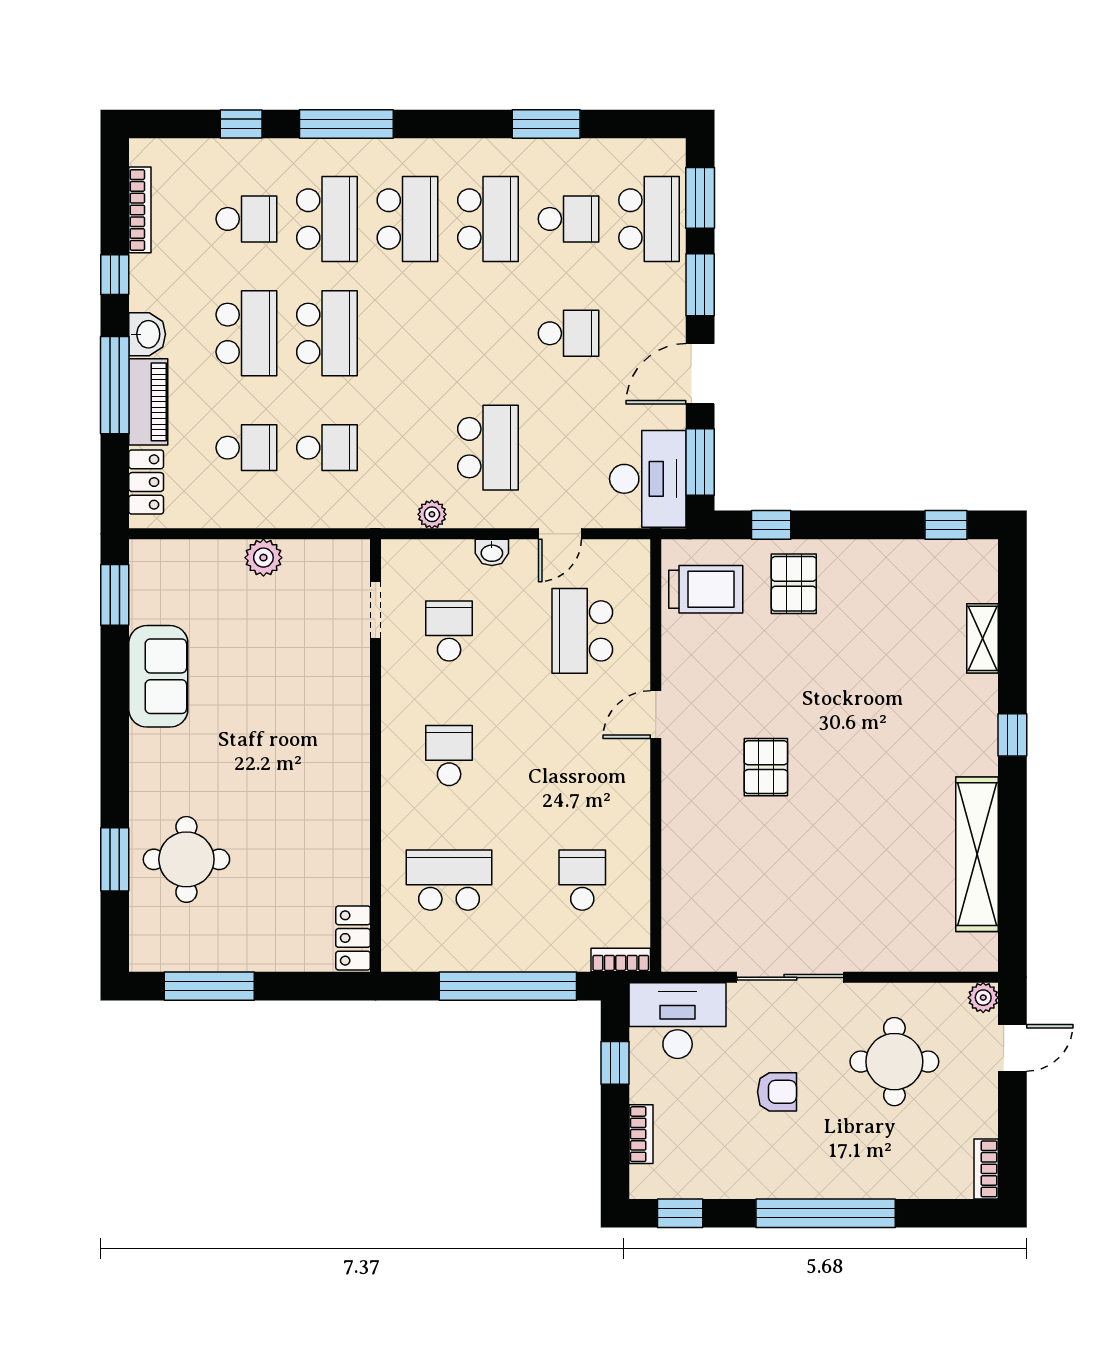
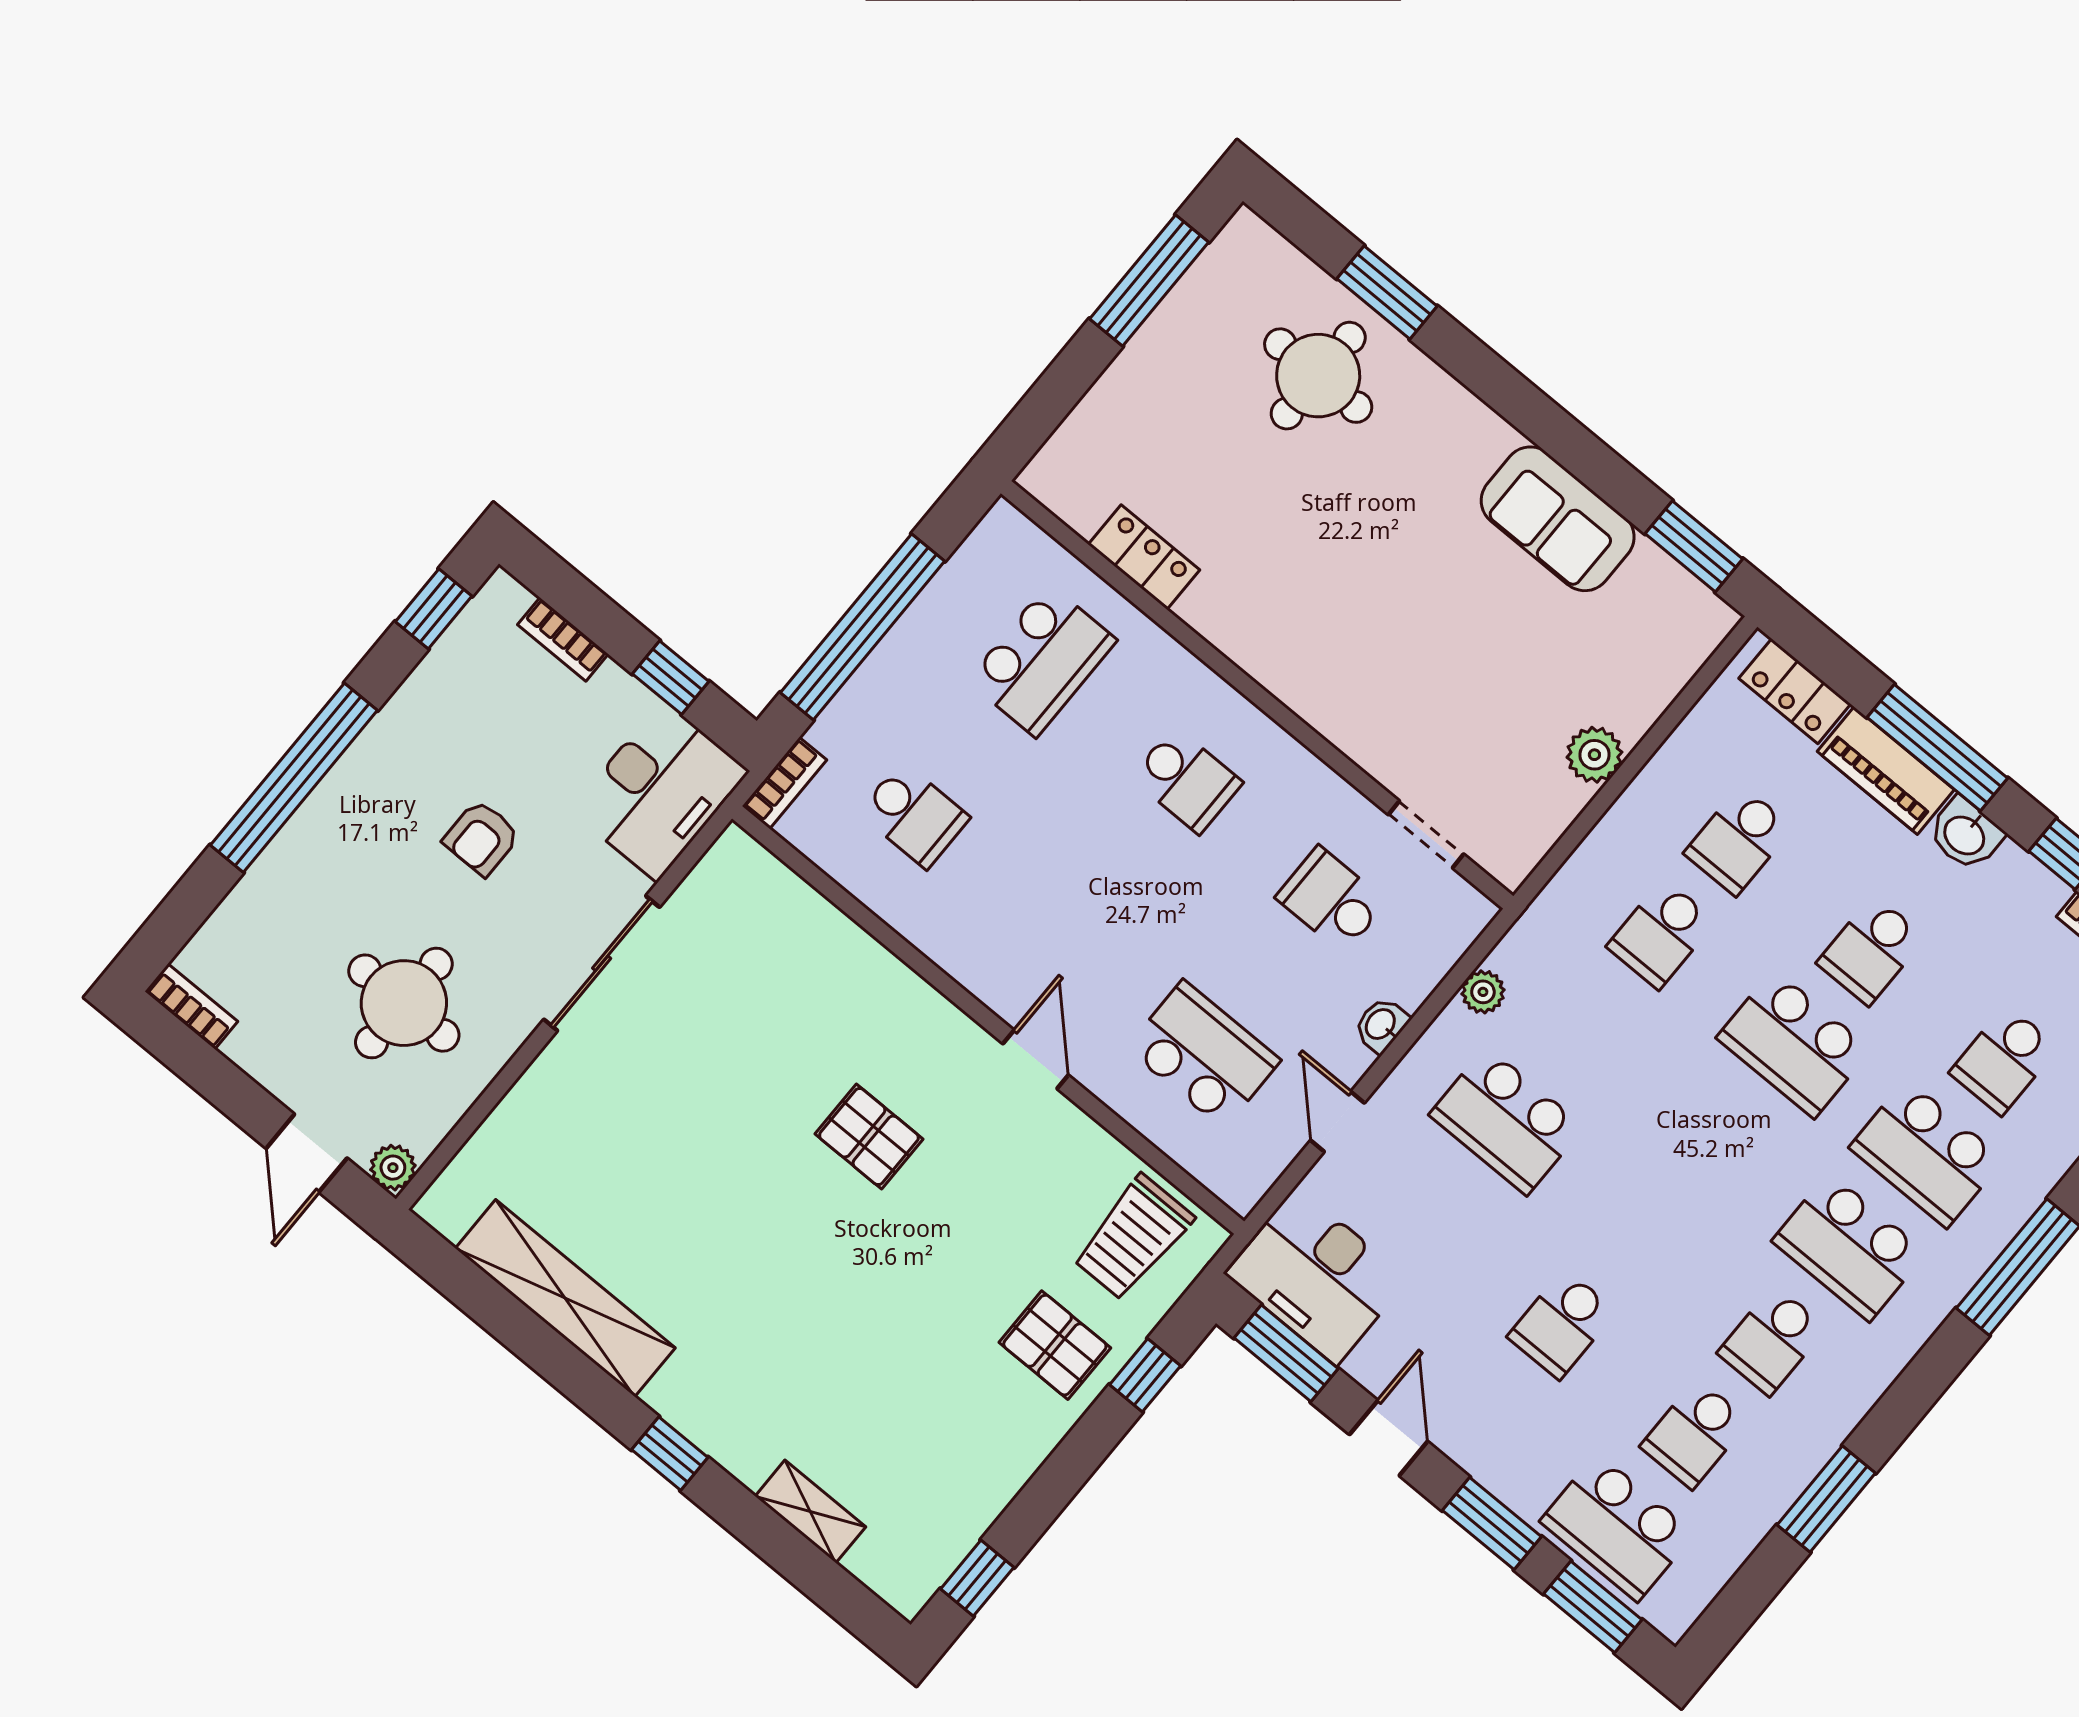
school desk: (488, 219) -> (1772, 1340), width x0.54
school desk: (246, 333) -> (1871, 950), width x0.54
door: (700, 374) -> (1389, 1438), width x0.73
school desk: (449, 631) -> (1331, 900), turned 180
locker: (353, 938) -> (1144, 557), moved

